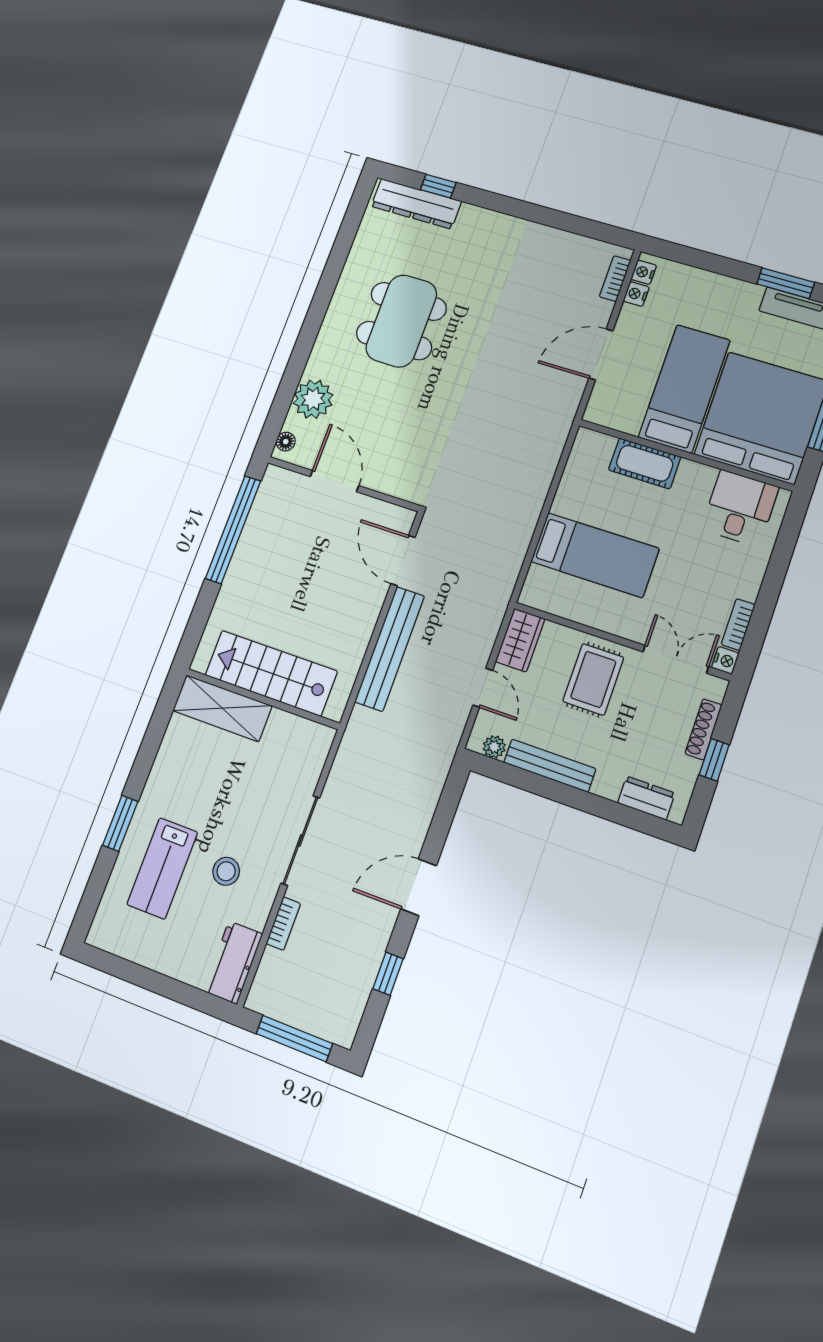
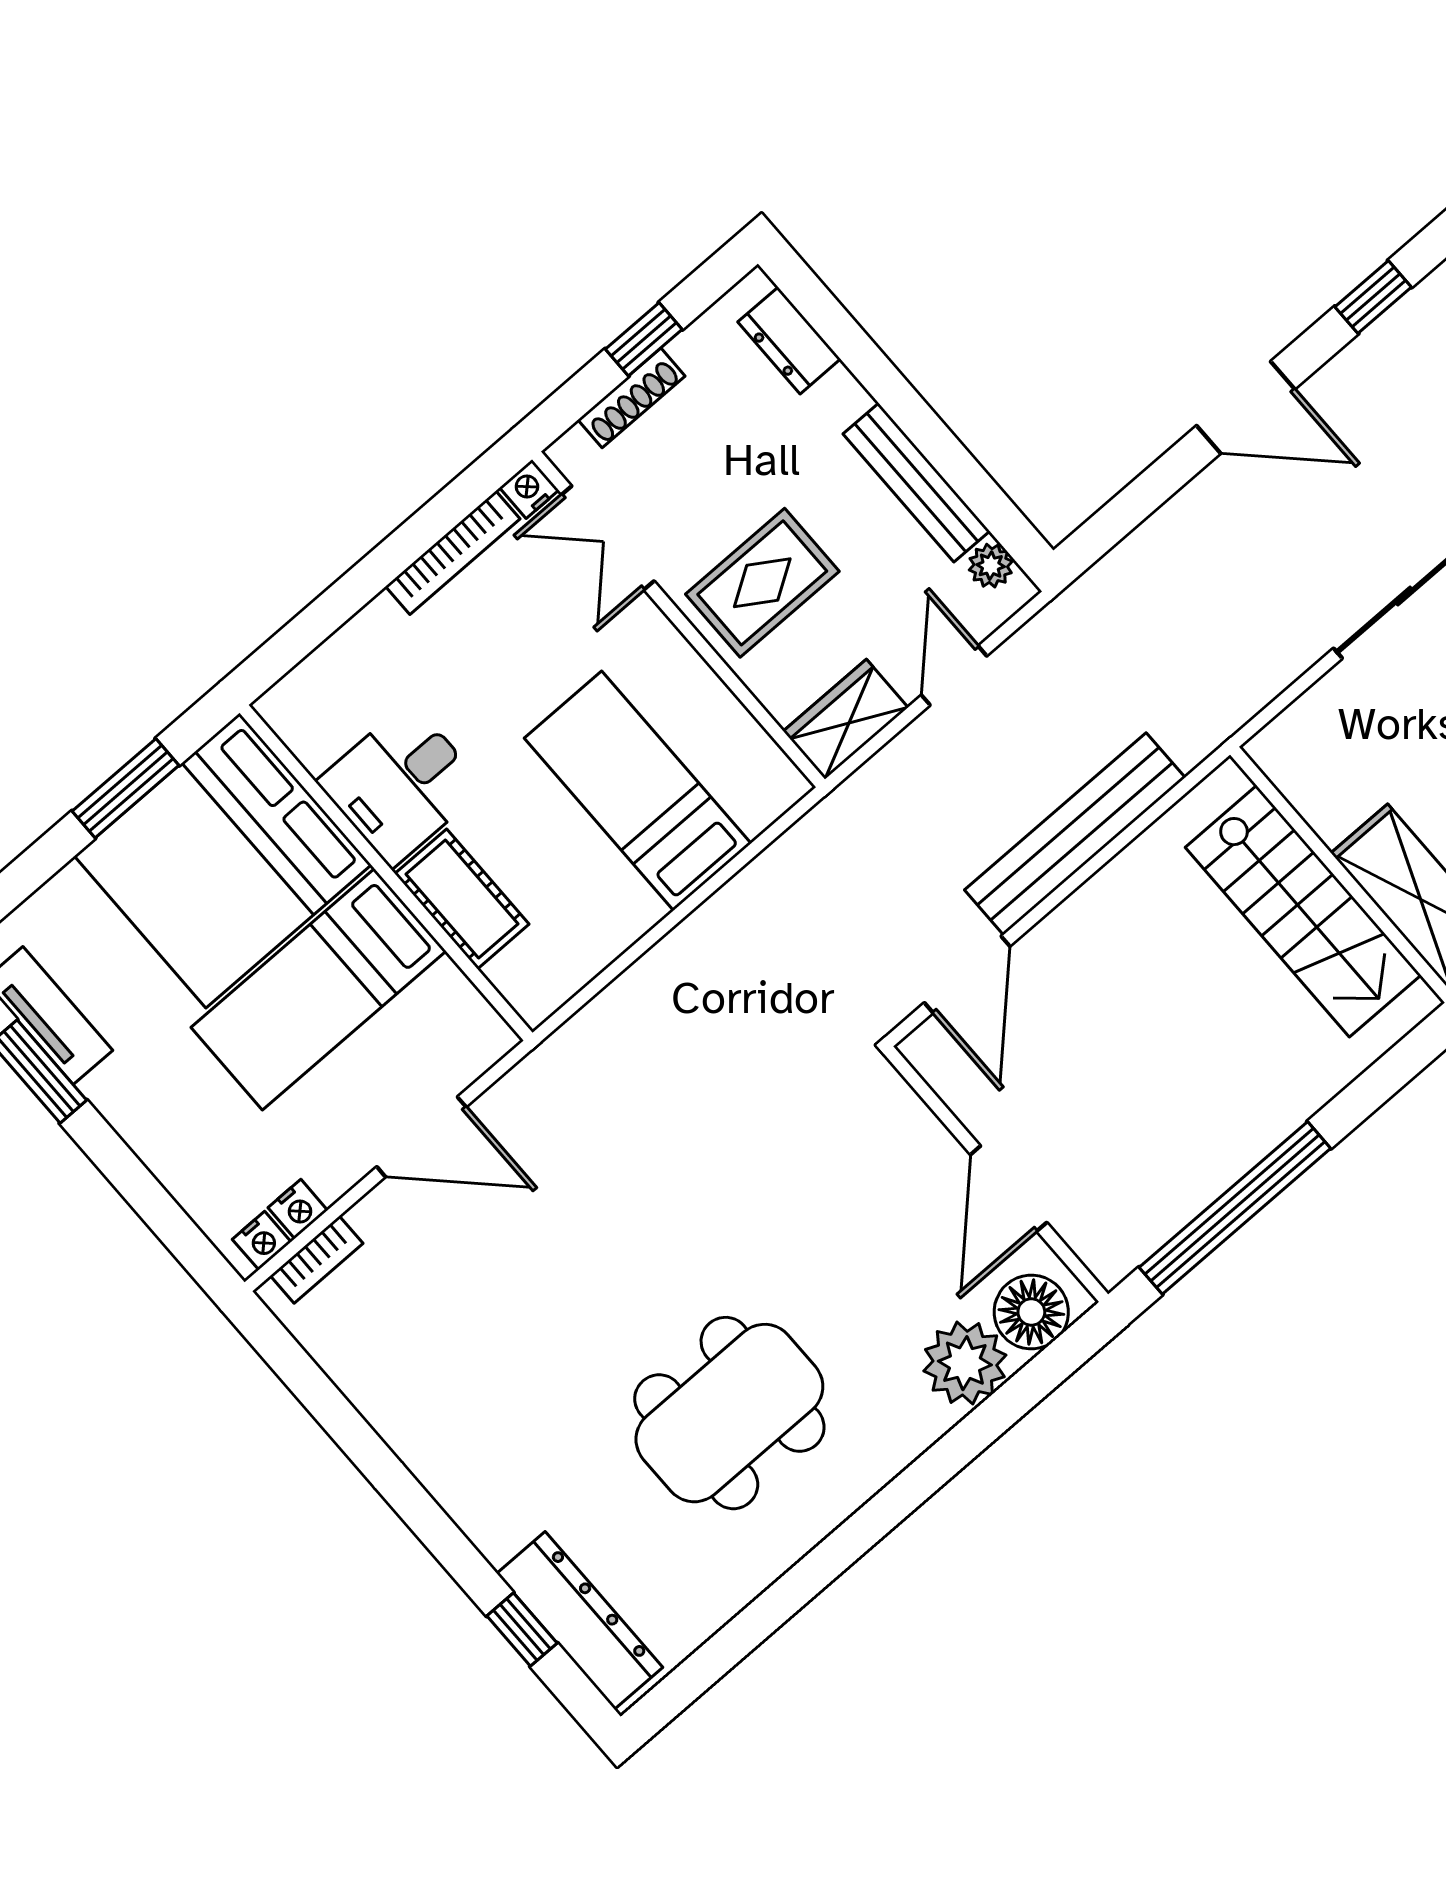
floor lamp: (286, 442) -> (1031, 1312), width x1.89, depth x1.89
desk: (740, 508) -> (401, 784), moved
bookcase: (738, 625) -> (453, 553), width x1.56

